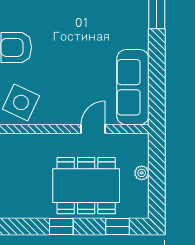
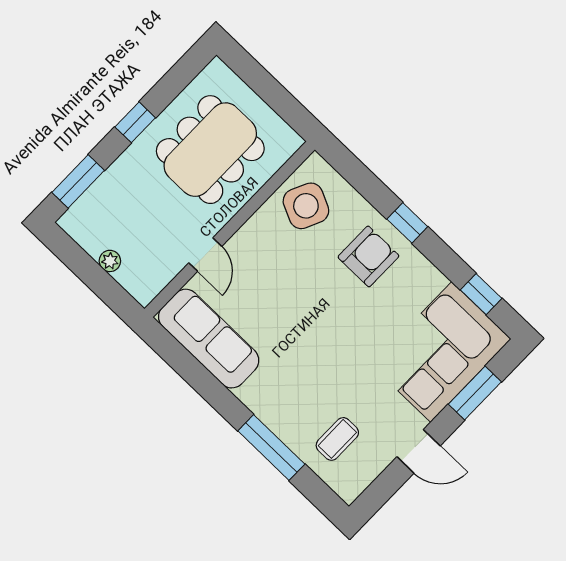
dining table: (86, 186) -> (210, 150), moved
window: (117, 227) -> (78, 181), width x1.50

